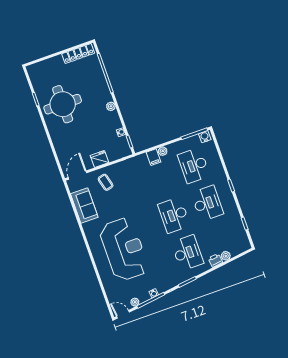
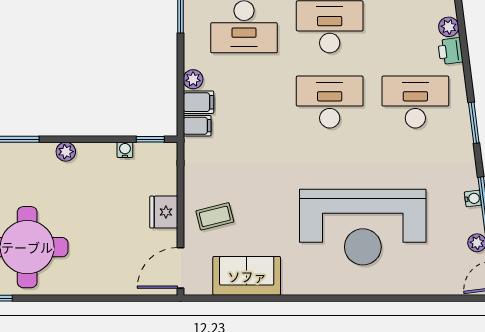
filing cabinet: (143, 160) -> (197, 126), added
door: (77, 175) -> (181, 268), hinge flipped
desk: (174, 215) -> (330, 102), turned 180
reception desk: (124, 249) -> (363, 227), turned 180

